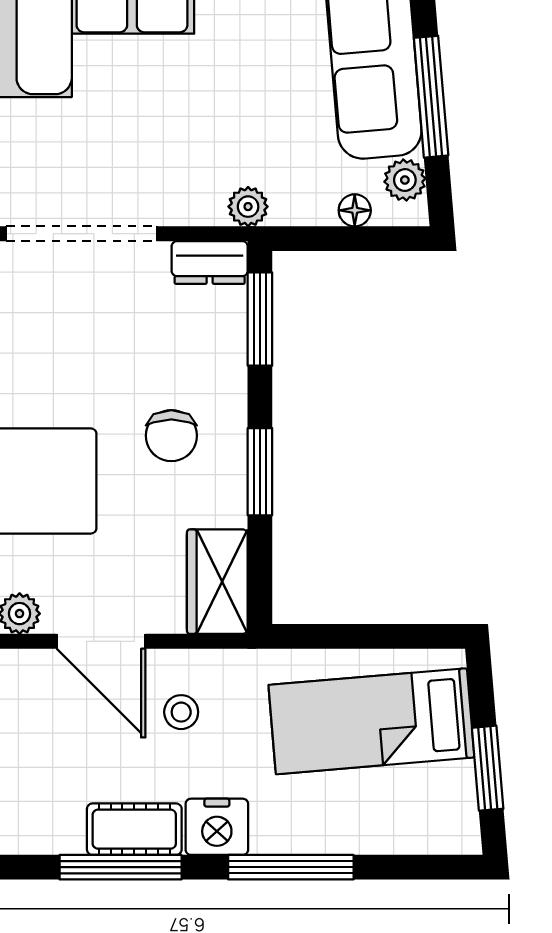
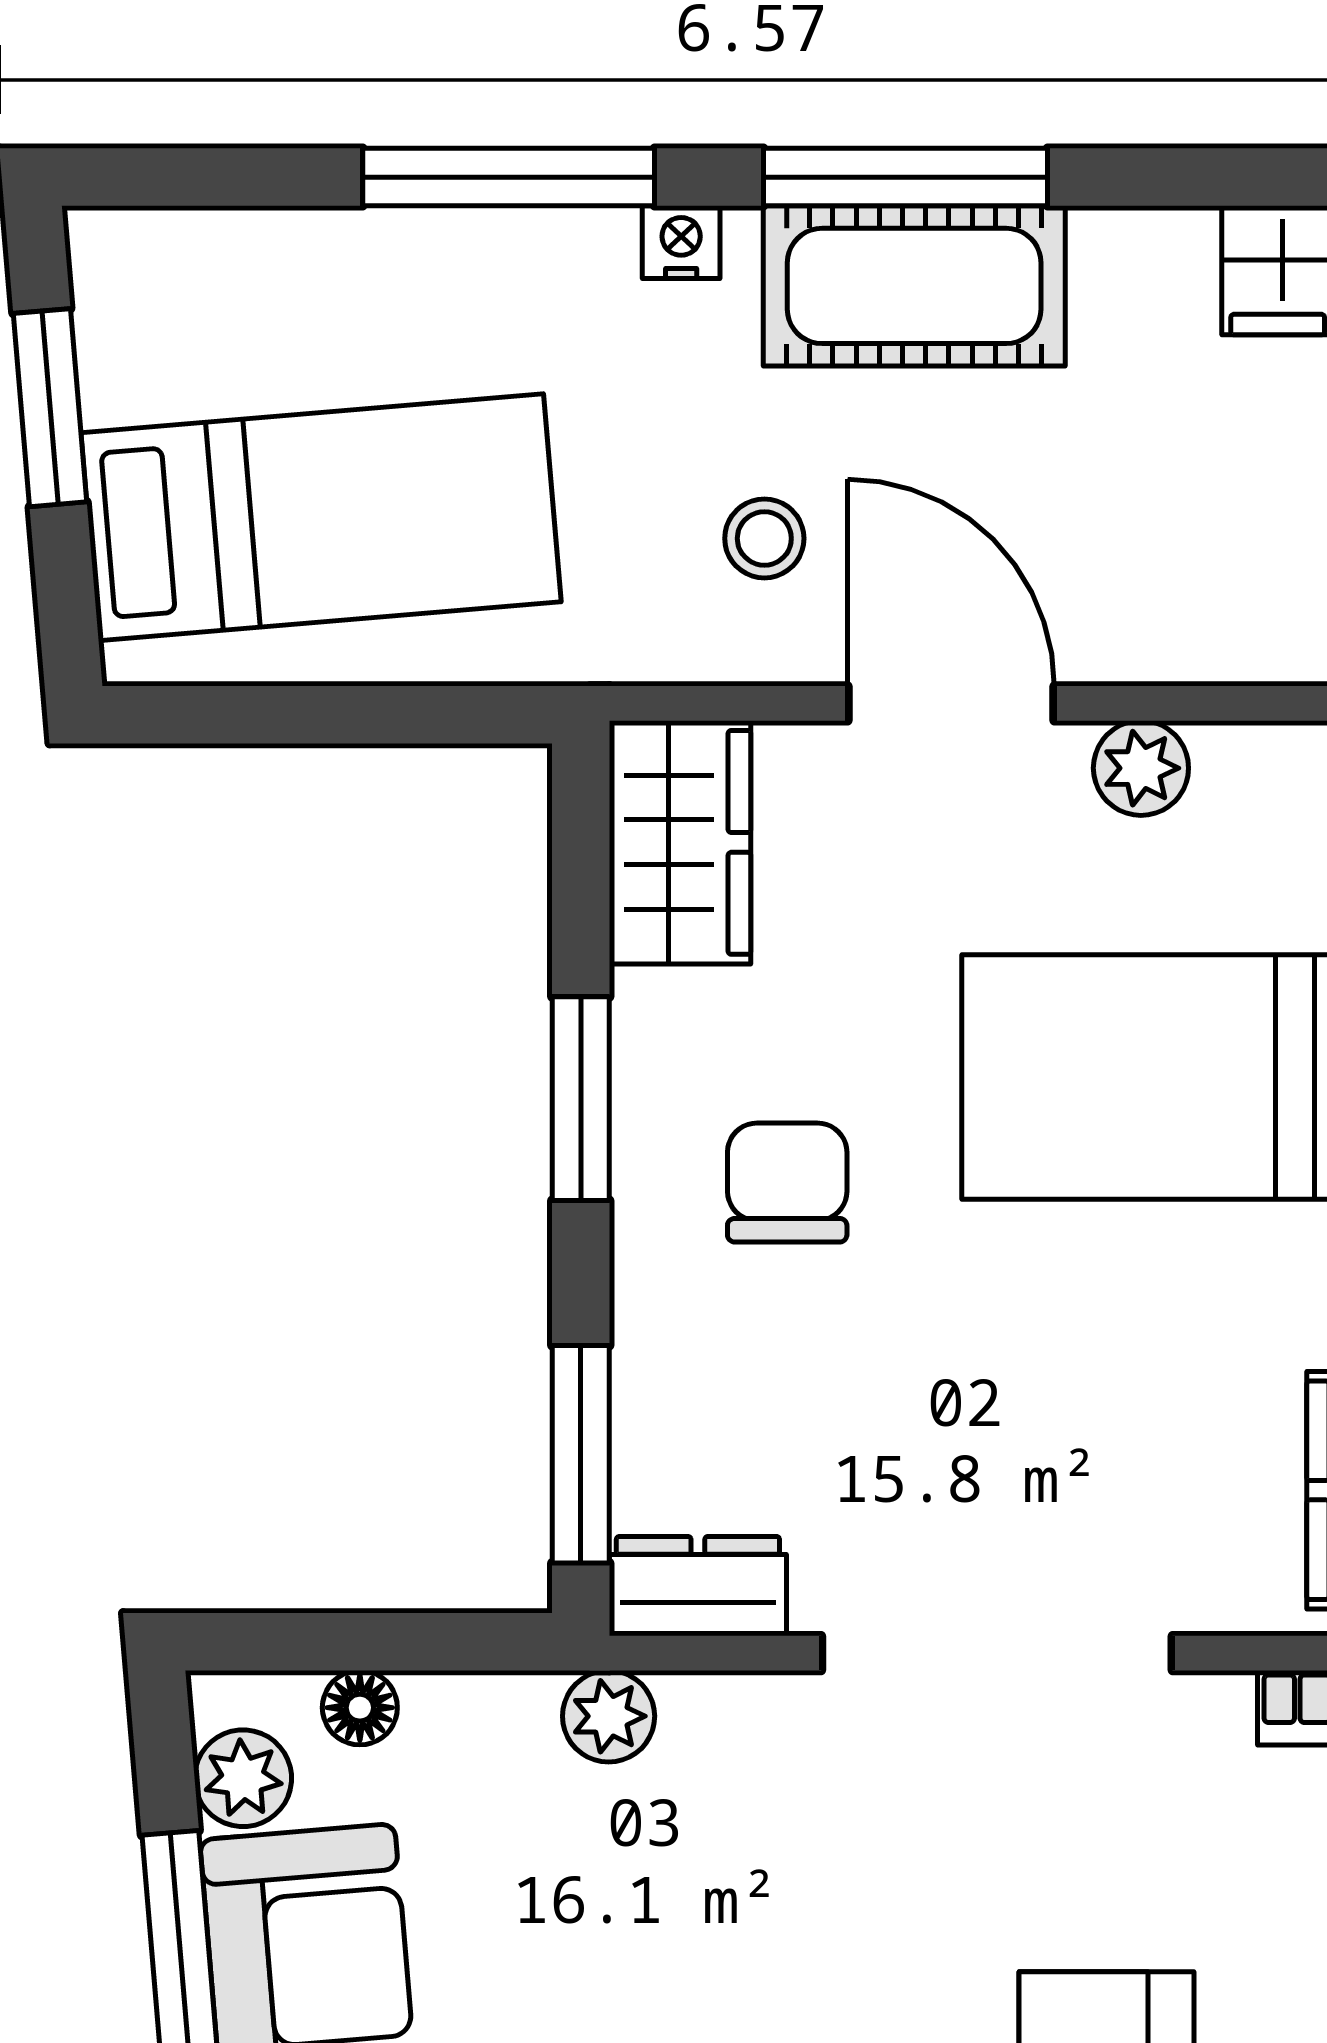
nightstand: (217, 827) -> (681, 242), width x0.53, depth x0.56
cot: (134, 829) -> (914, 286), width x1.37, depth x1.34

